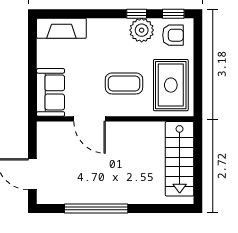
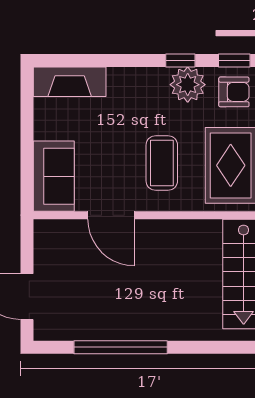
coffee table: (124, 83) -> (162, 163), turned 90

